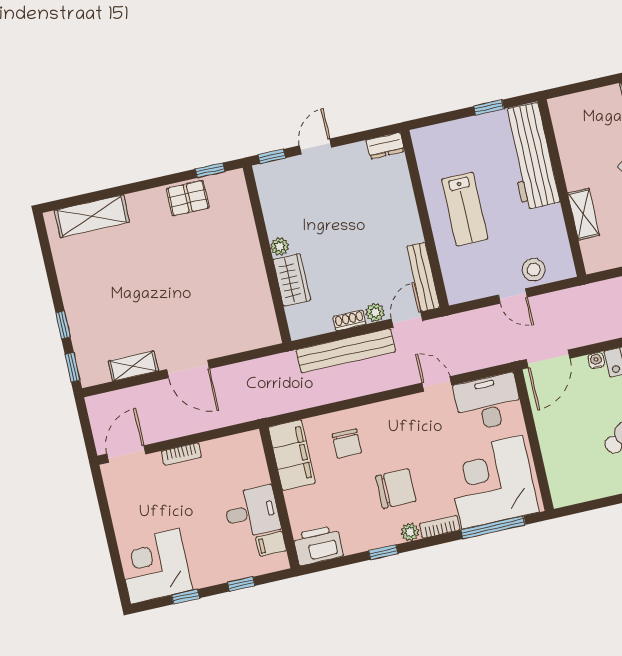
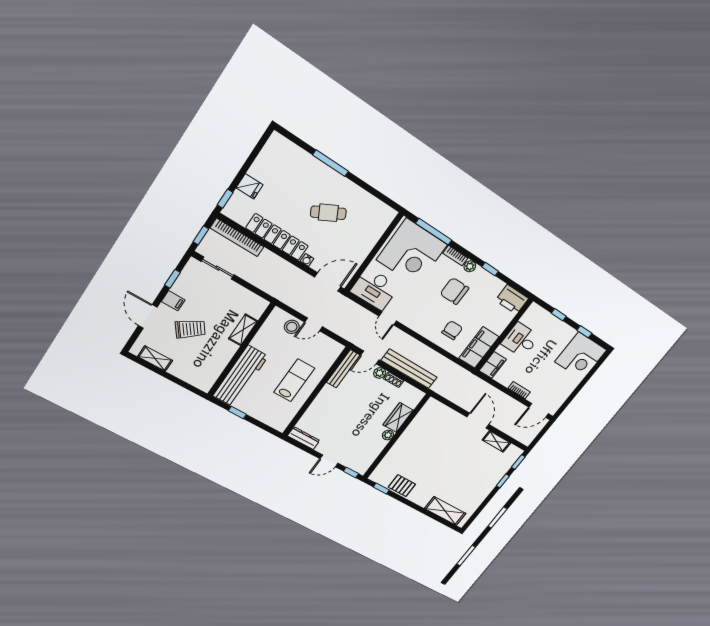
dresser: (385, 146) -> (304, 438), width x1.44
door: (513, 296) -> (313, 324), swing flipped
filing cabinet: (271, 544) -> (493, 365), moved, width x2.00

